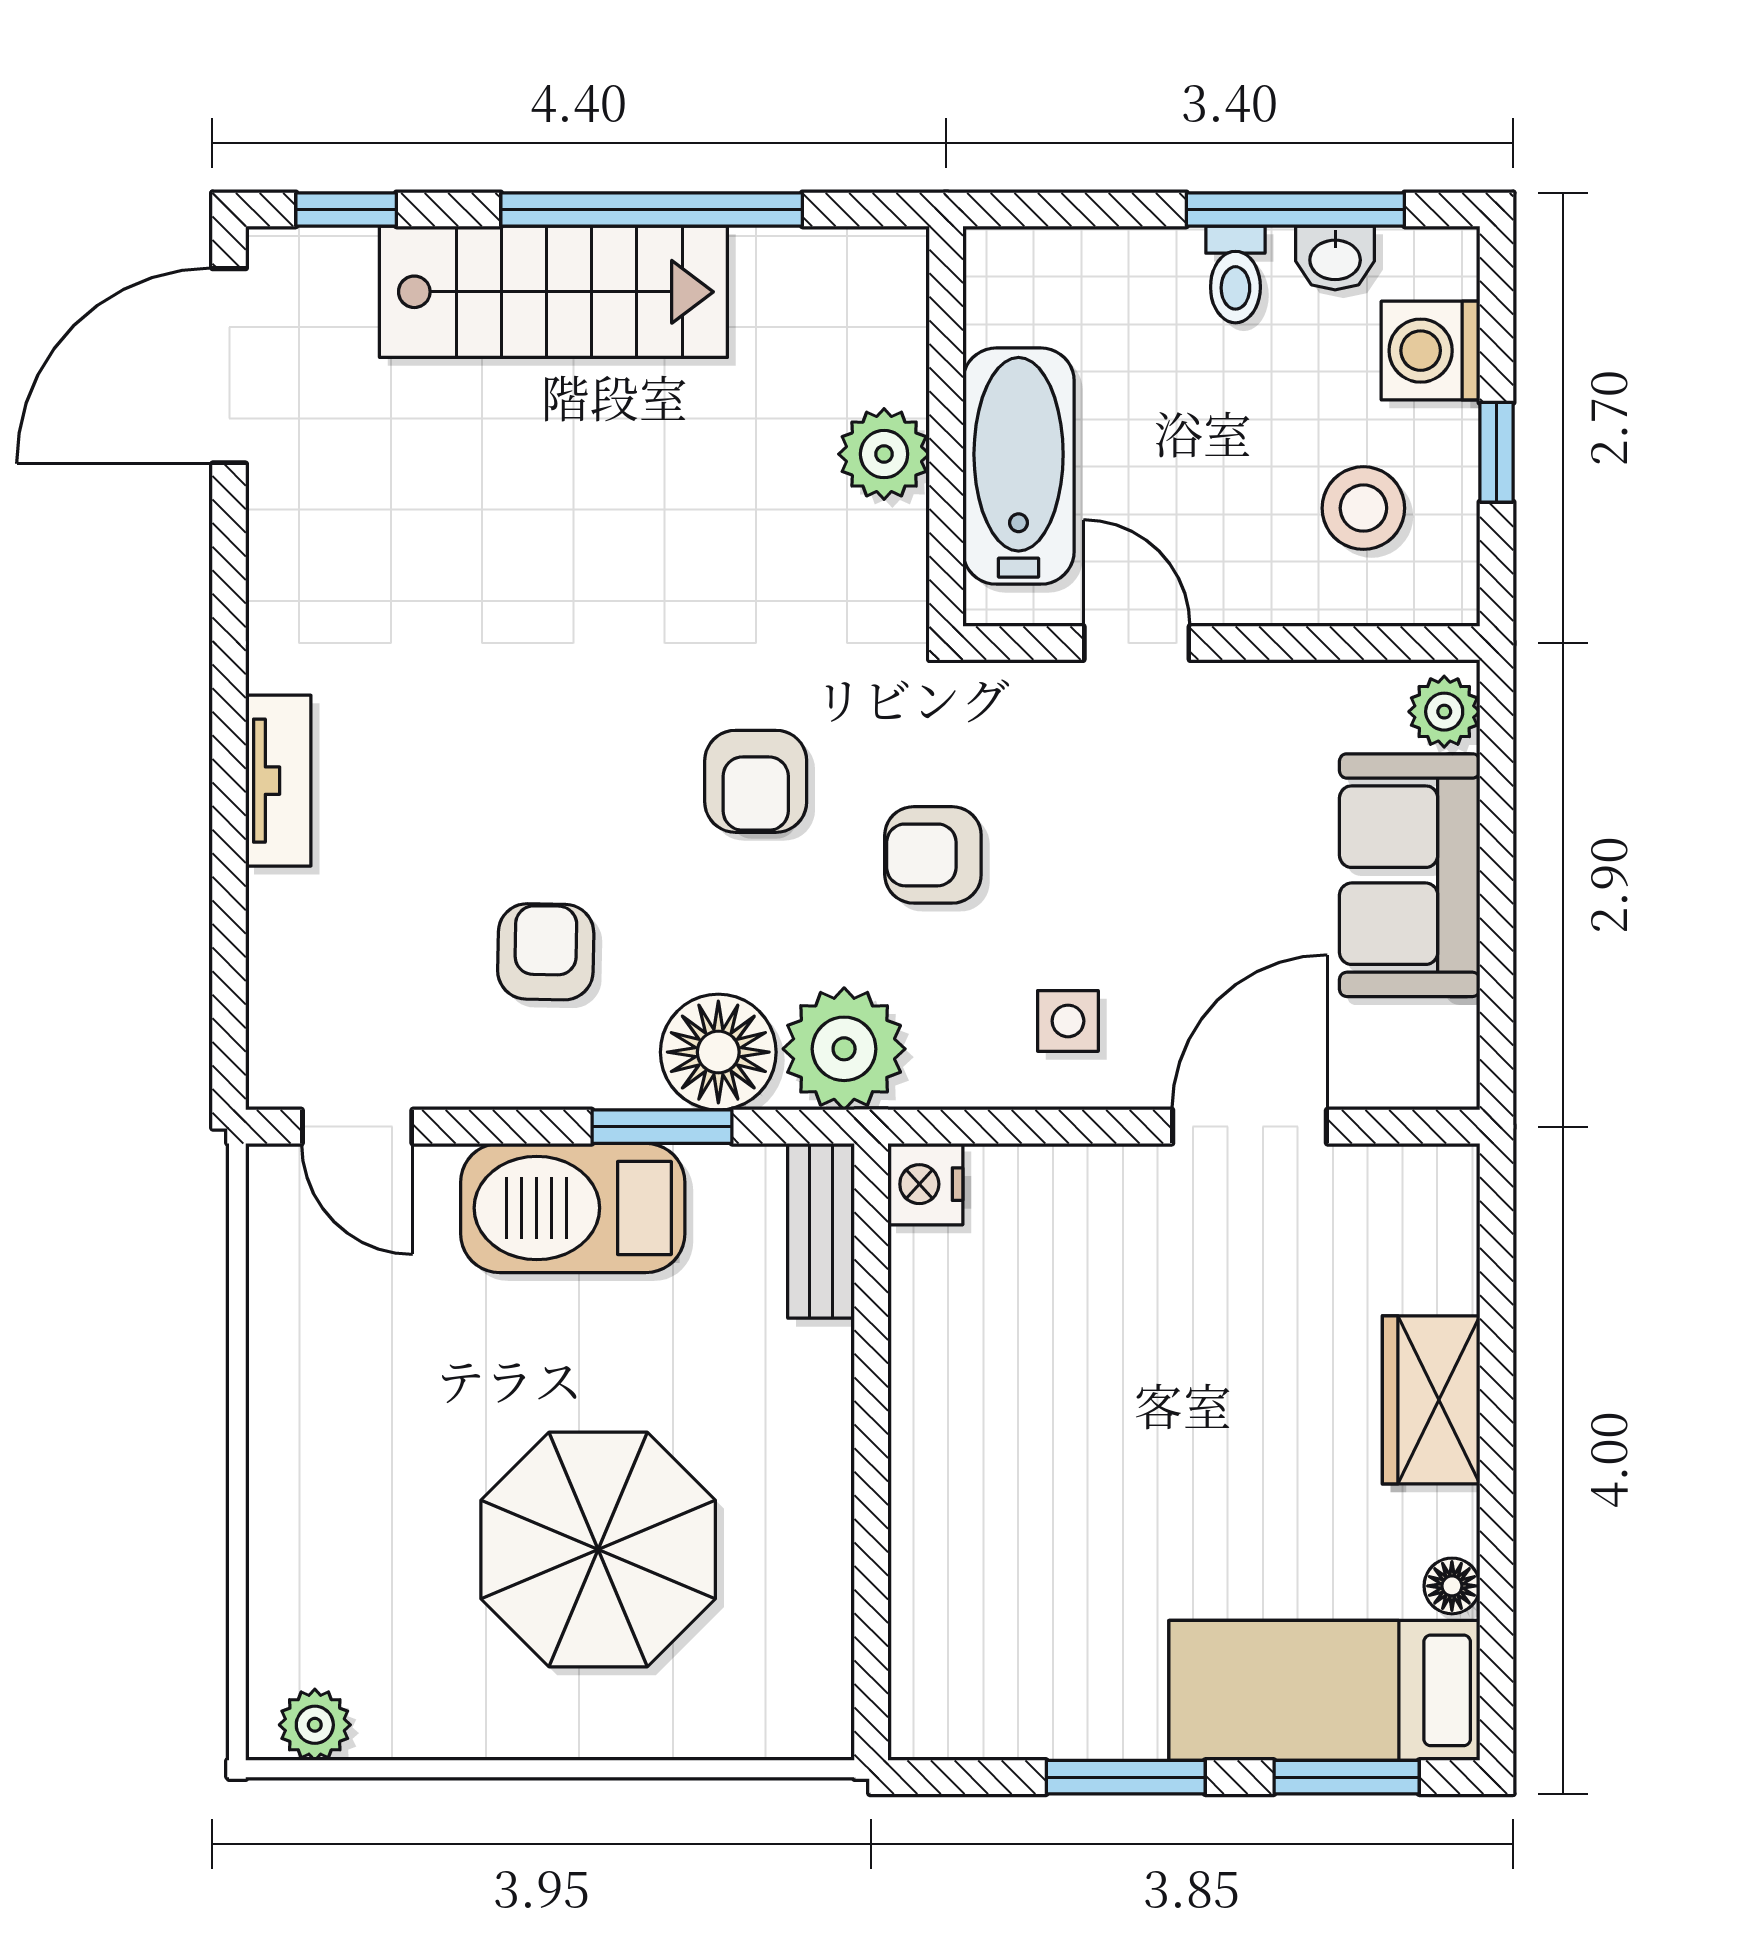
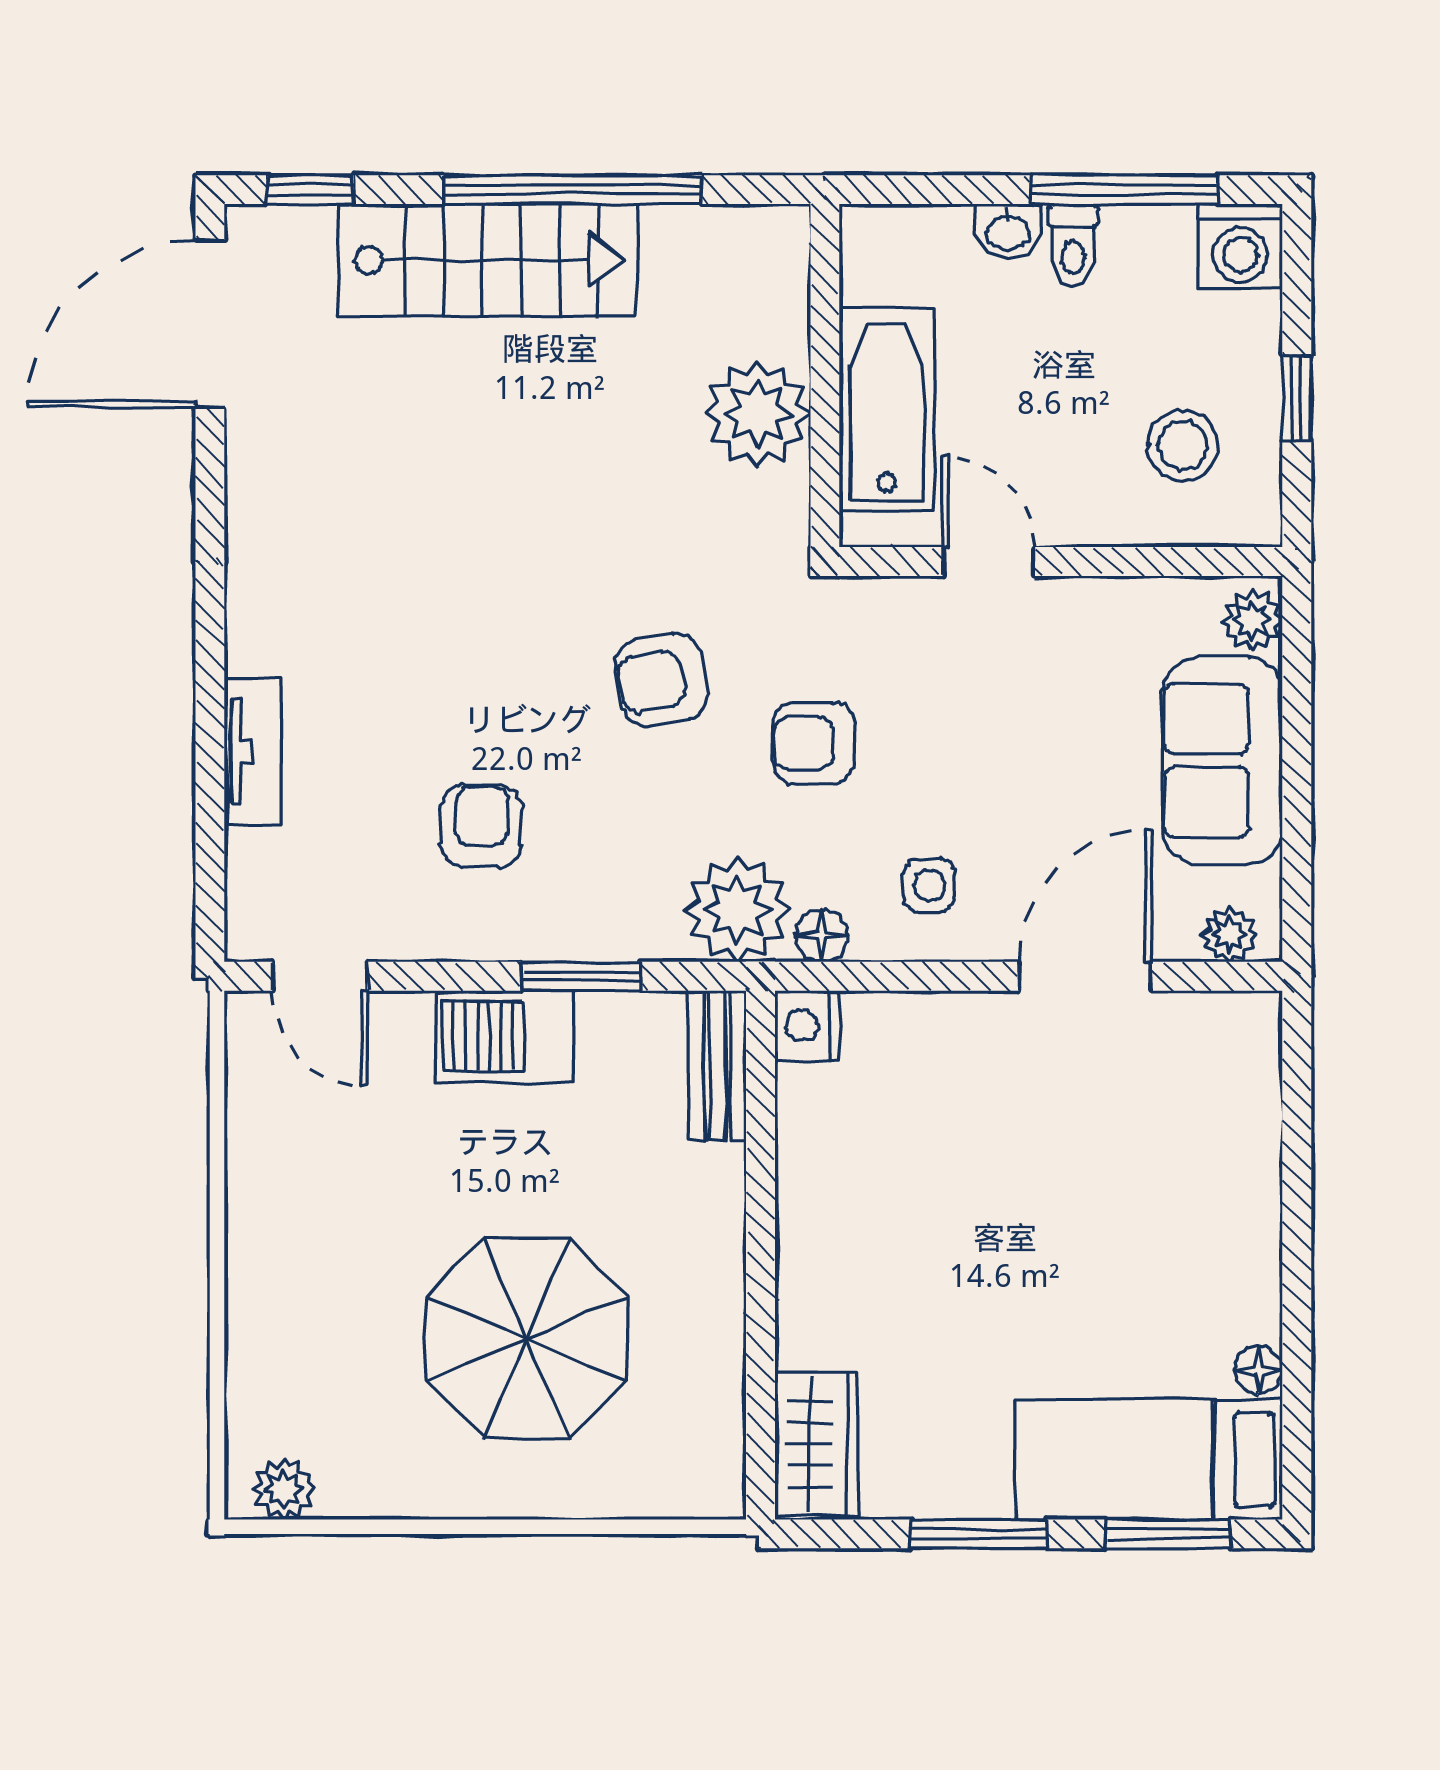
washbasin: (1335, 258) -> (1008, 231), moved
washing machine: (1430, 351) -> (1240, 246), moved, turned -90
plant: (884, 454) -> (757, 414), width x1.36, depth x1.36
tv unit: (278, 781) -> (252, 752), moved
armchair: (756, 781) -> (662, 680), turned 80
floor lamp: (718, 1052) -> (822, 936), moved, width x0.53, depth x0.53
plant: (1418, 1078) -> (1229, 935), added
barbecue: (573, 1208) -> (505, 1036), width x0.73, depth x0.83
wardrobe: (1431, 1400) -> (817, 1444), moved, turned 180

